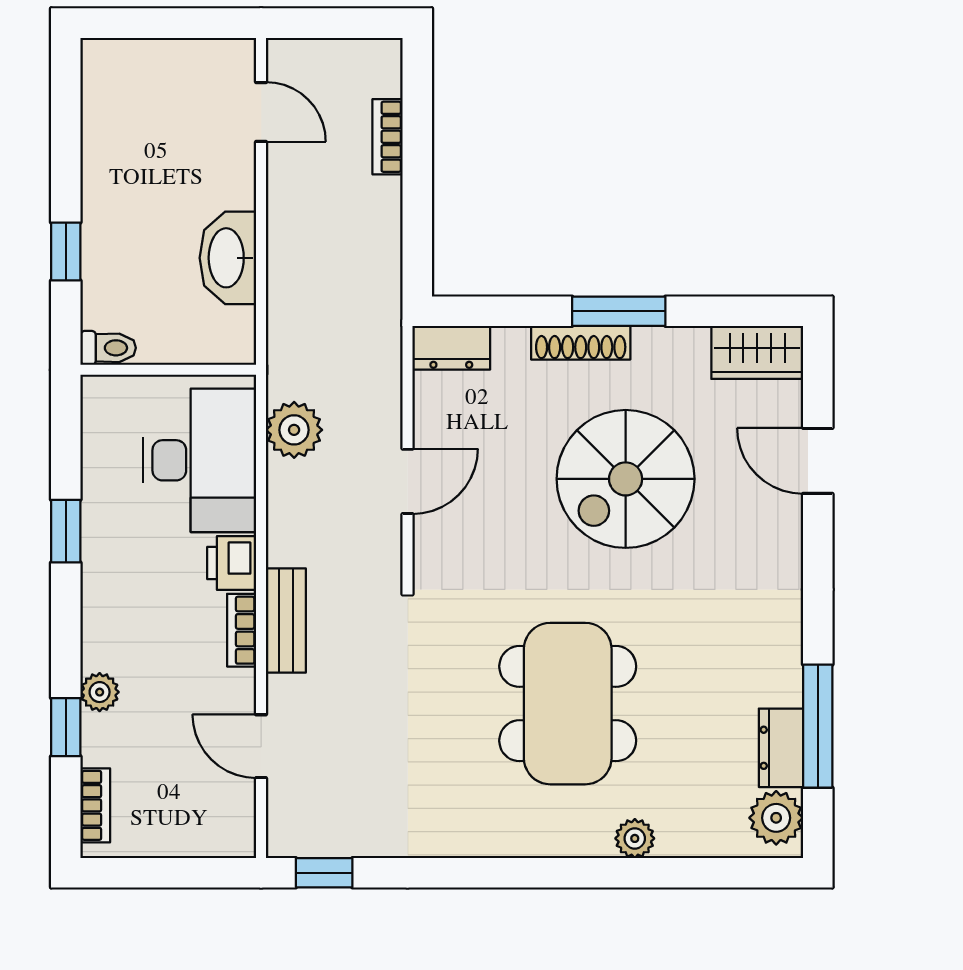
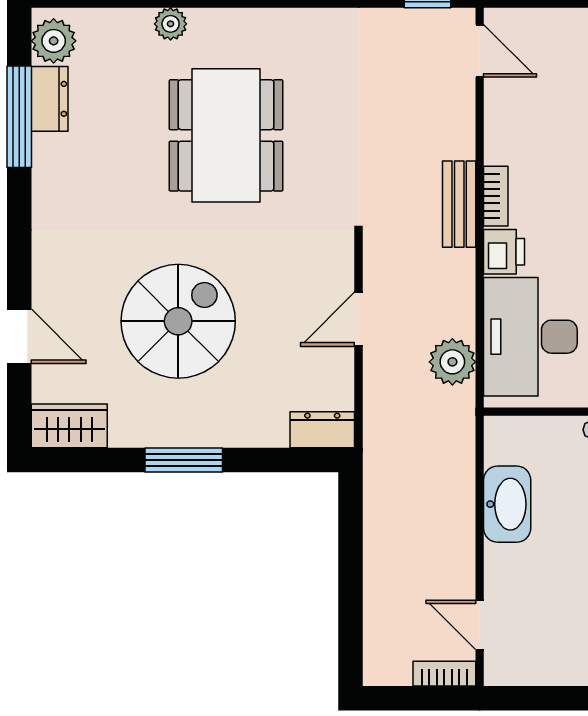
bookcase: (388, 137) -> (444, 674), moved, turned -90
shoe rack: (581, 343) -> (215, 434), removed
door: (261, 746) -> (480, 51), moved

